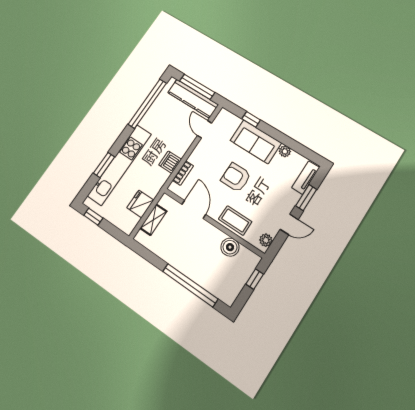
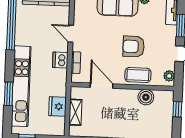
door: (205, 129) -> (71, 34), moved
armchair: (236, 177) -> (134, 46), moved

